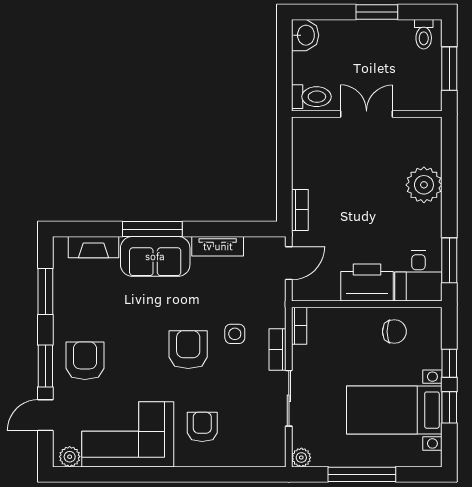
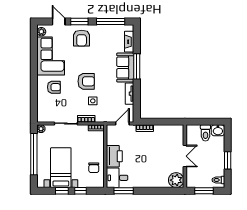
toilet: (311, 97) -> (205, 133), moved
plant: (424, 185) -> (176, 180), moved
door: (289, 263) -> (122, 123), swing flipped
window: (45, 292) -> (111, 22), width x1.44
armchair: (85, 361) -> (82, 38), turned 90
window: (362, 474) -> (34, 154), width x1.46

